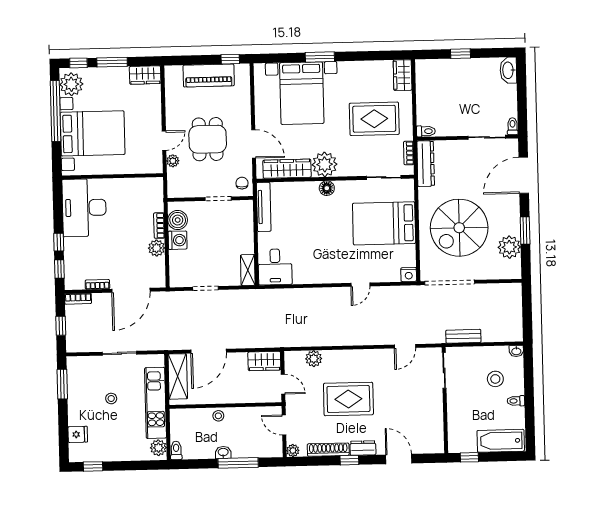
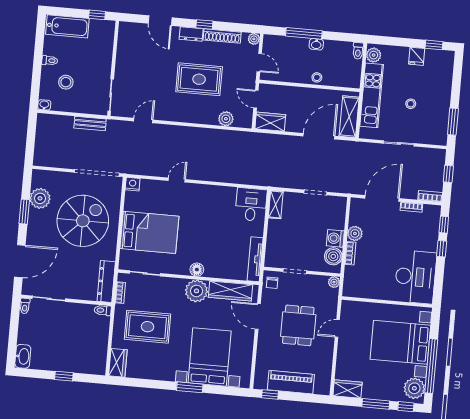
plant: (173, 161) -> (334, 282), moved
fridge: (78, 434) -> (417, 56), moved, turned -90

